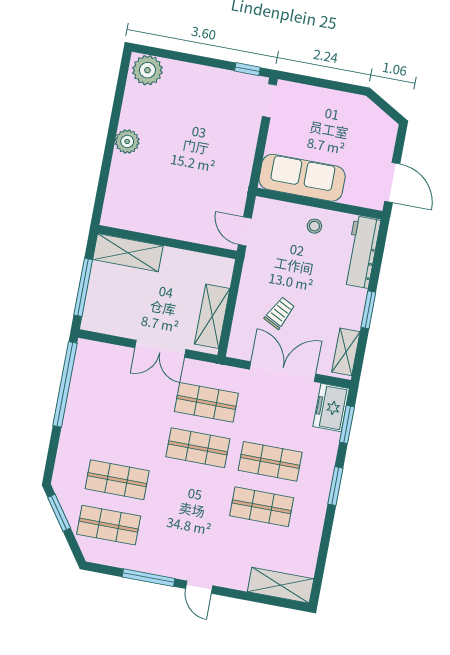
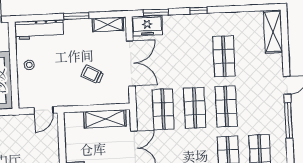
double door: (283, 372) -> (131, 63), swing flipped
shop shelf: (270, 461) -> (226, 106), moved
window: (335, 486) -> (199, 10), width x0.67

